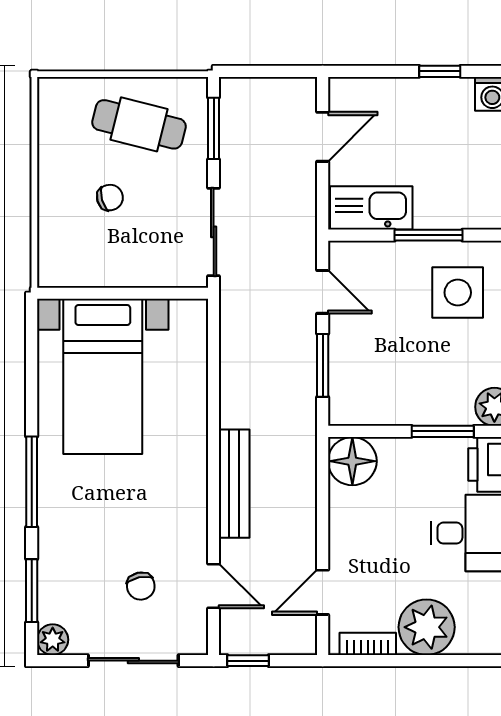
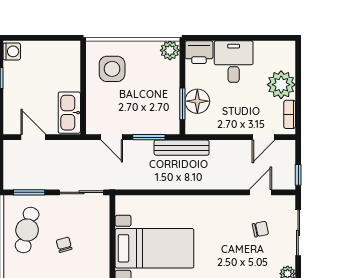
window: (429, 235) -> (83, 84), removed
door: (323, 292) -> (112, 137), swing flipped
window: (443, 431) -> (182, 104), moved
floor lamp: (352, 461) -> (197, 101), moved
bench: (234, 484) -> (182, 148), moved
door: (323, 592) -> (264, 137), hinge flipped

